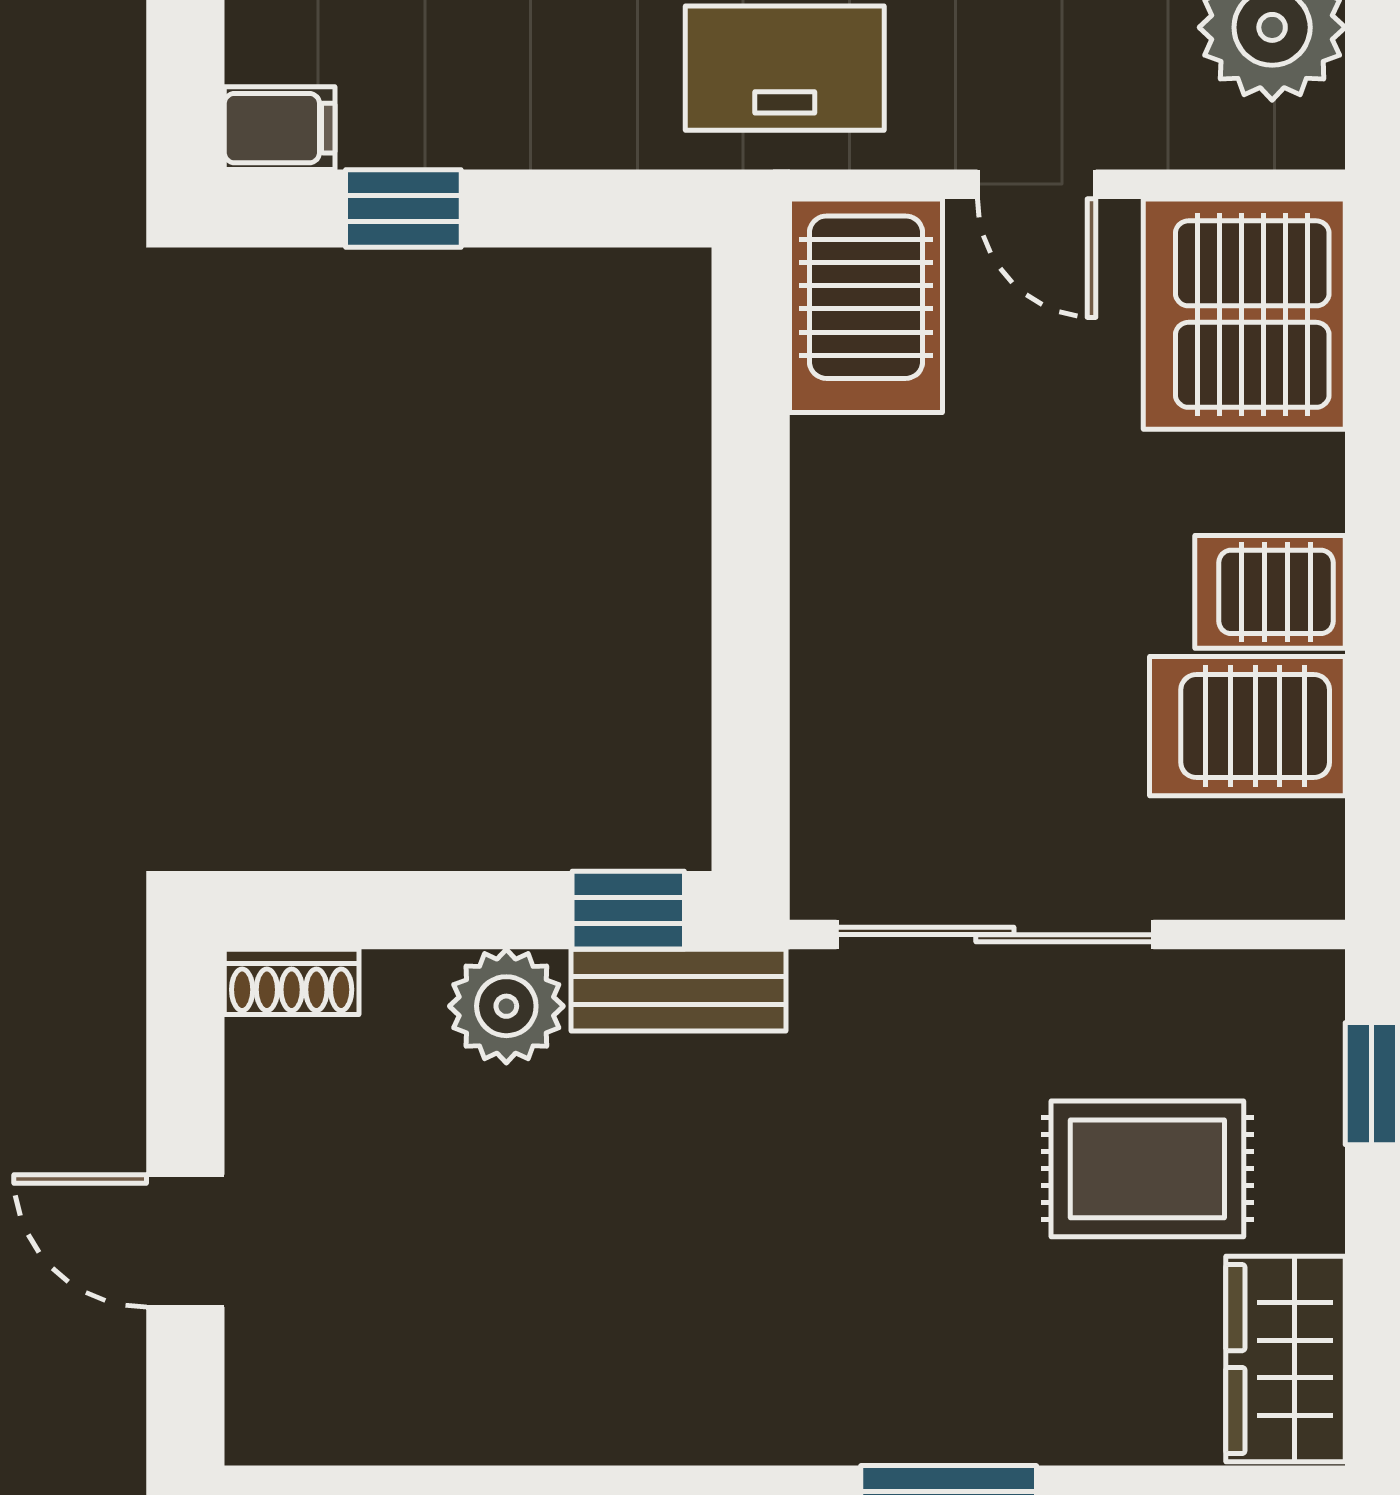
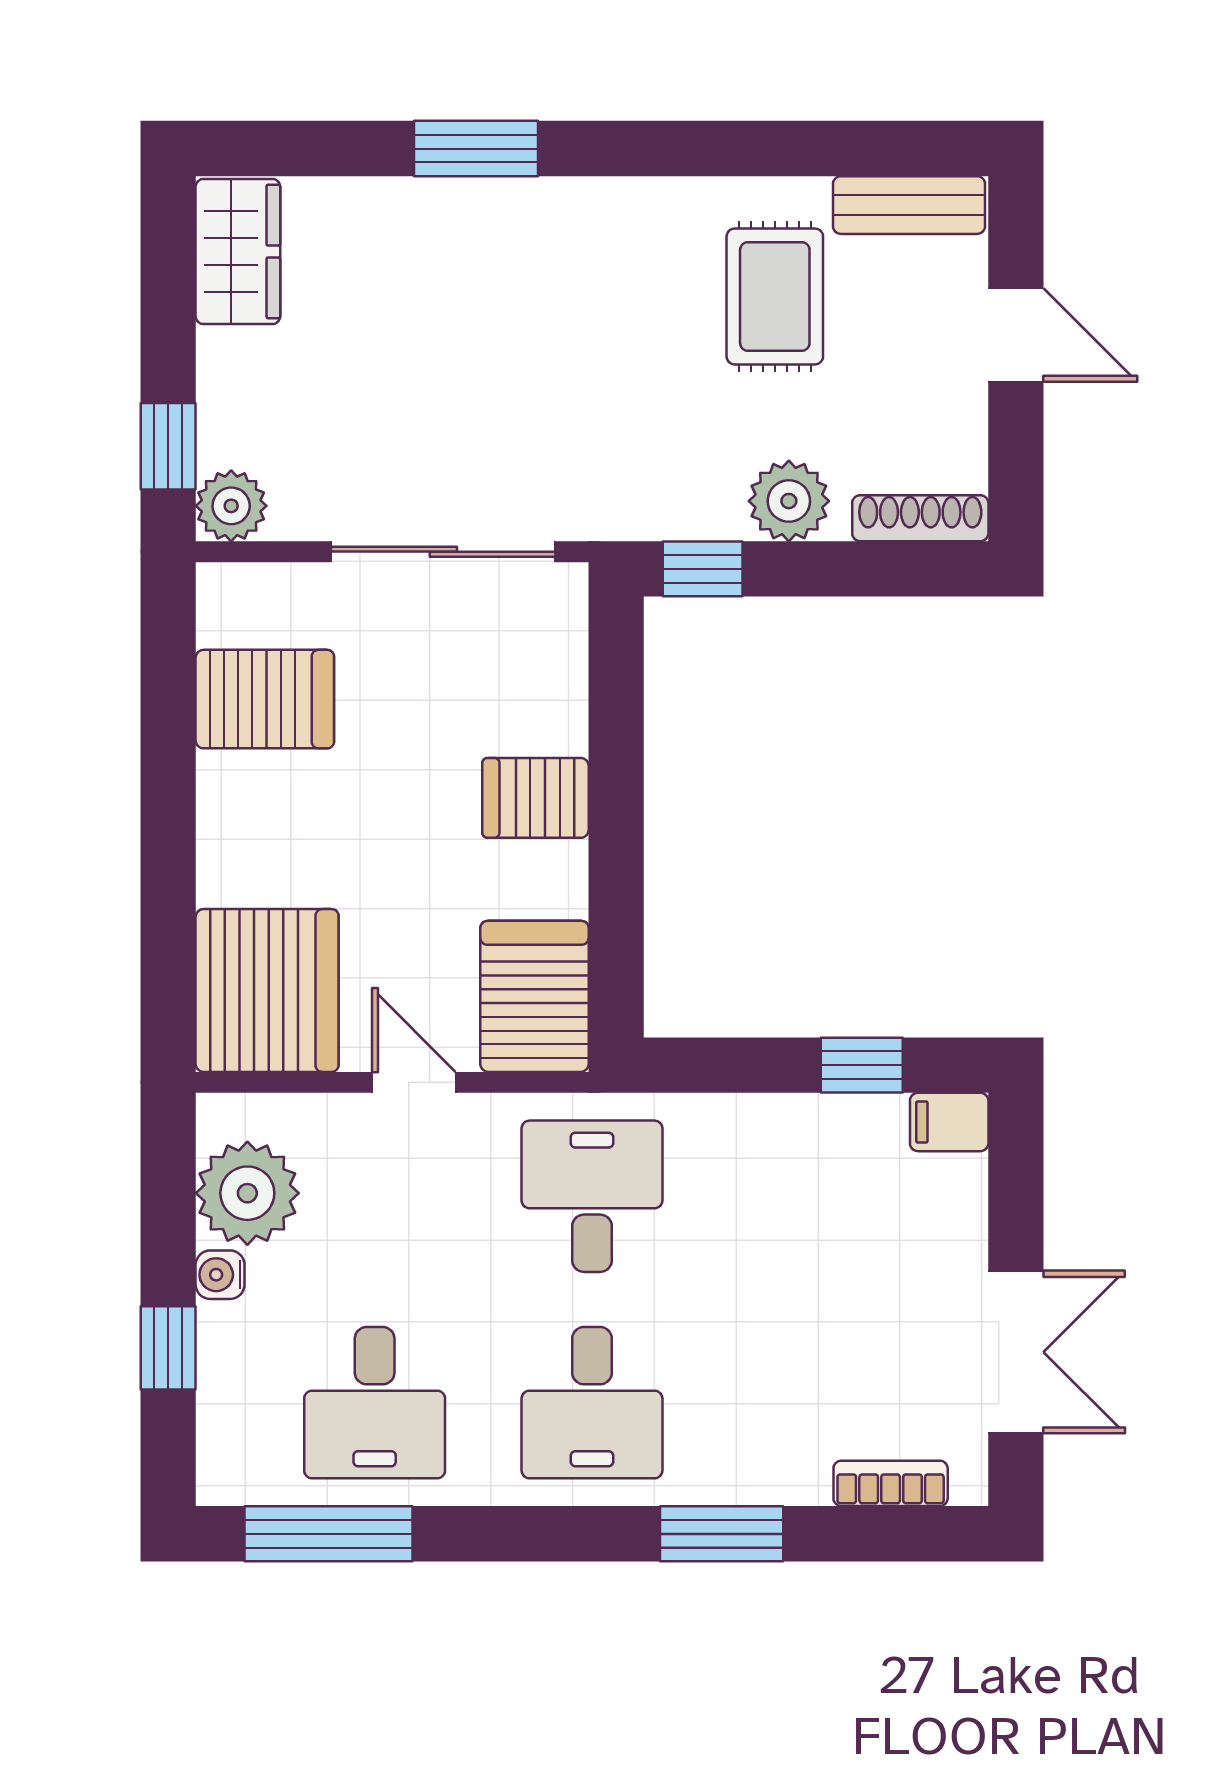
server rack: (1270, 592) -> (535, 798), moved, turned 180
shoe rack: (292, 982) -> (920, 518), width x1.43
bench: (678, 990) -> (909, 205), moved
plant: (1295, 999) -> (231, 506), added
rug: (1147, 1169) -> (775, 296), moved, turned 90

